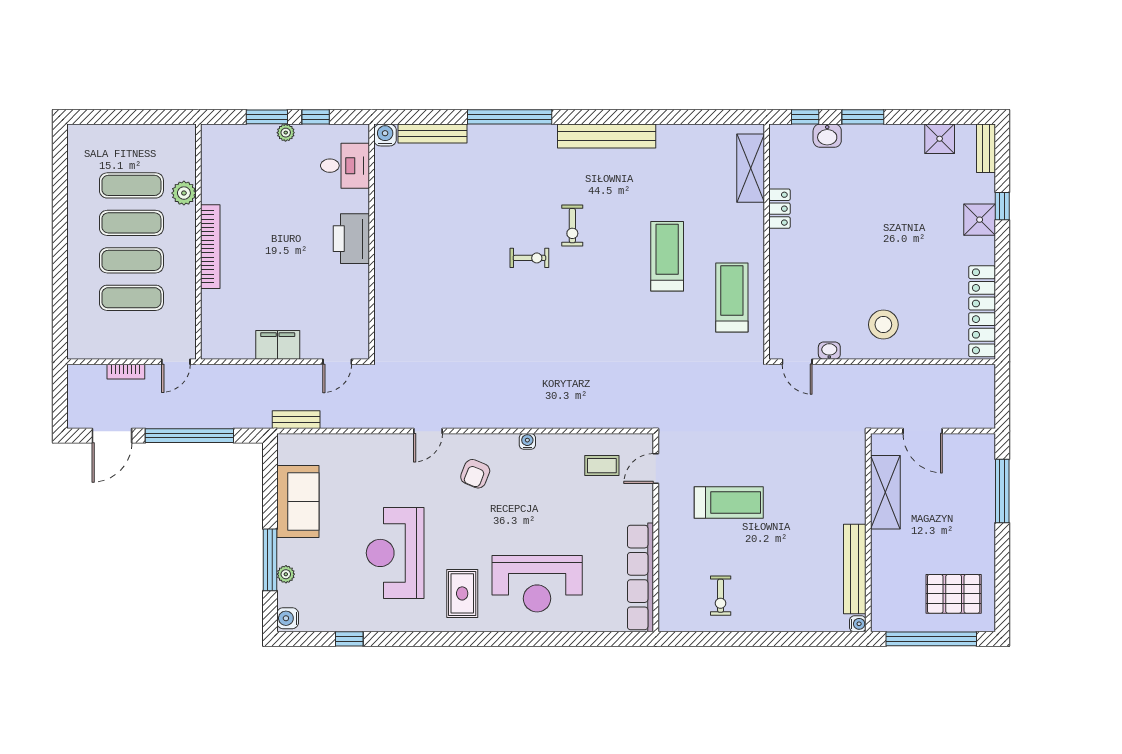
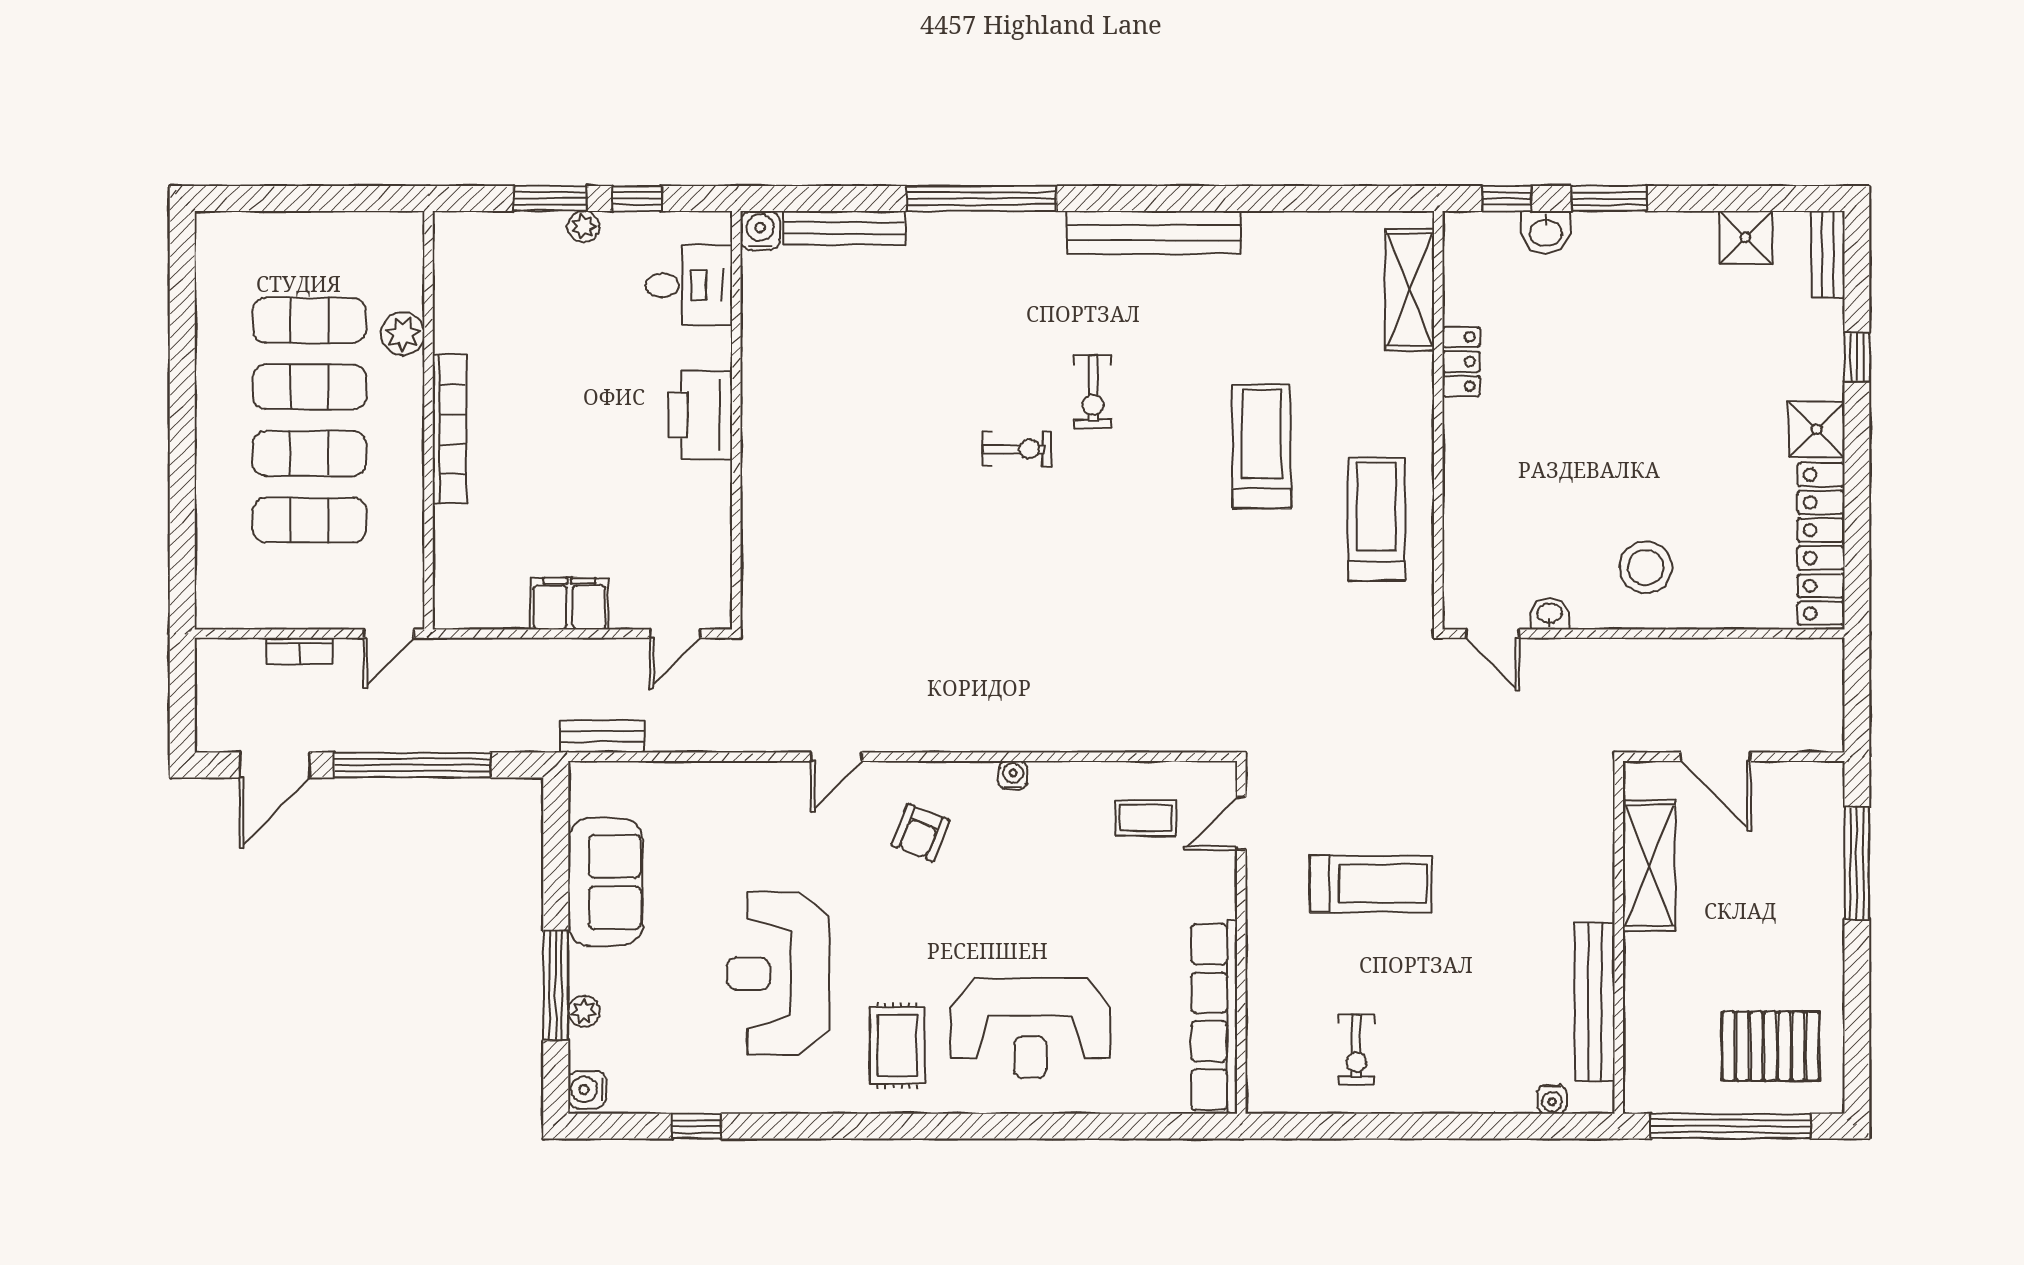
shower: (980, 220) -> (1817, 429), moved
water cooler: (858, 624) -> (1552, 1099), moved, turned 90

